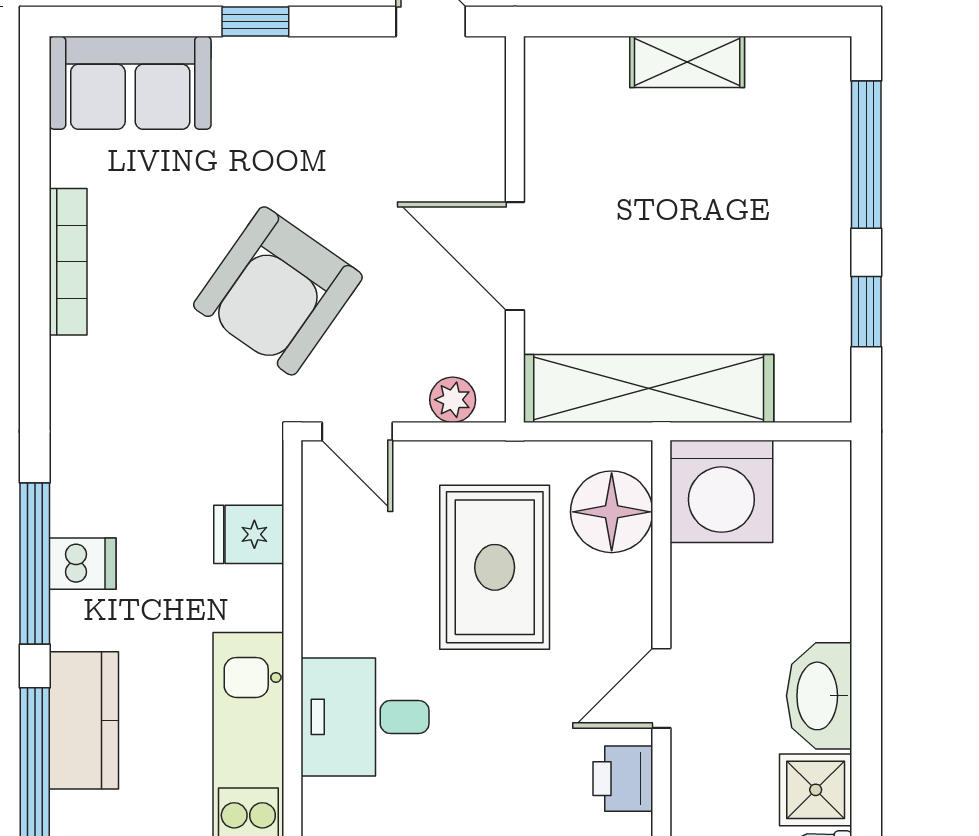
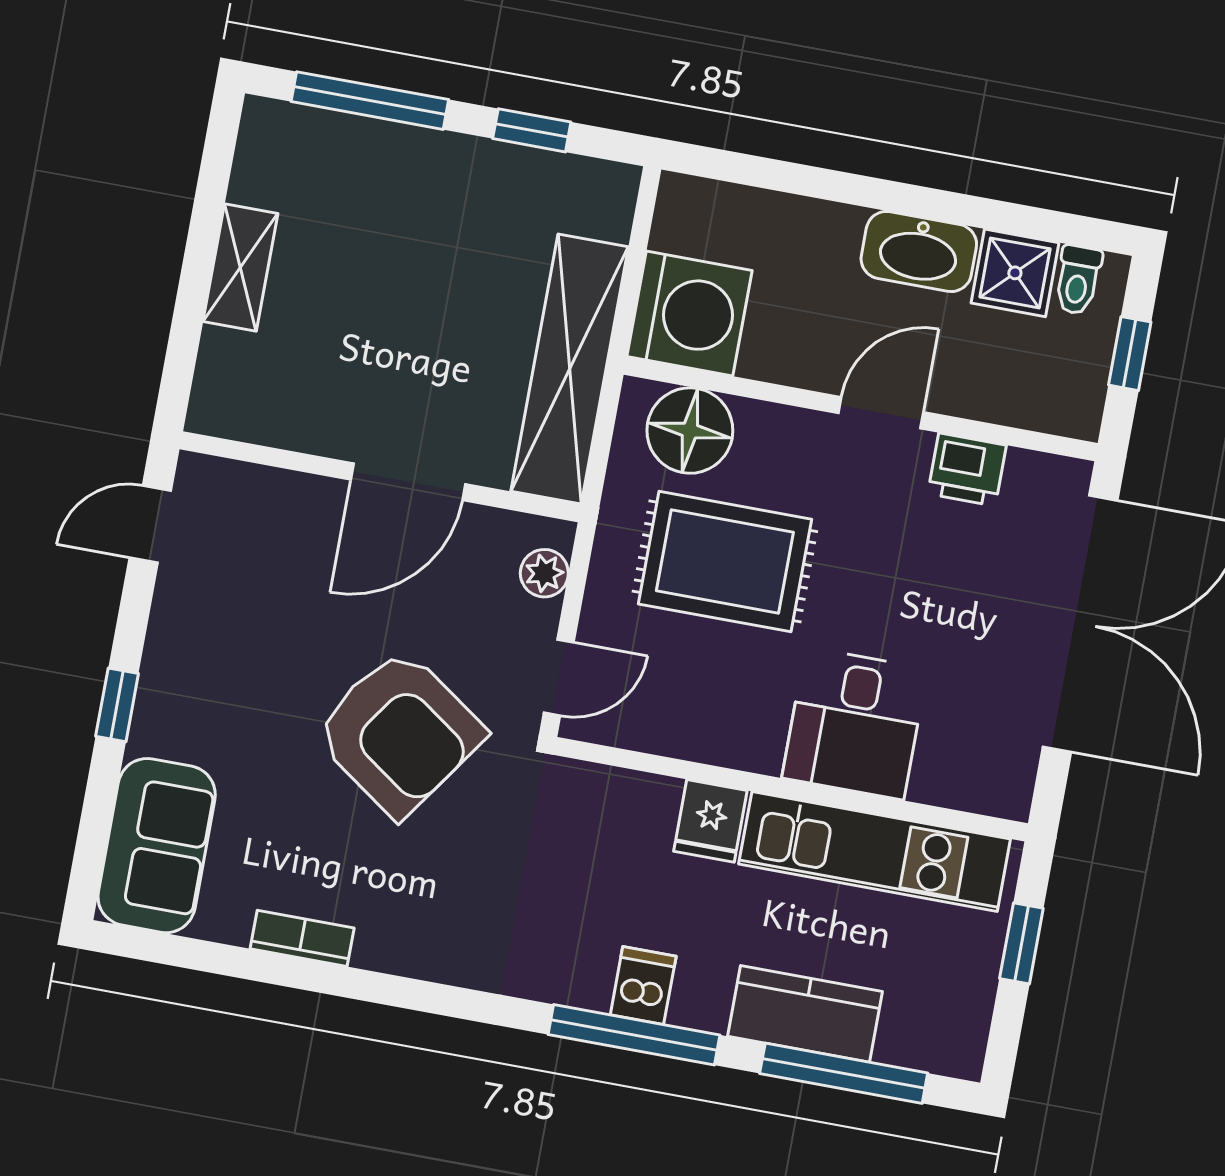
bookcase: (68, 262) -> (302, 938), width x0.64
fridge: (249, 534) -> (710, 821), moved
door: (661, 688) -> (881, 413), swing flipped

